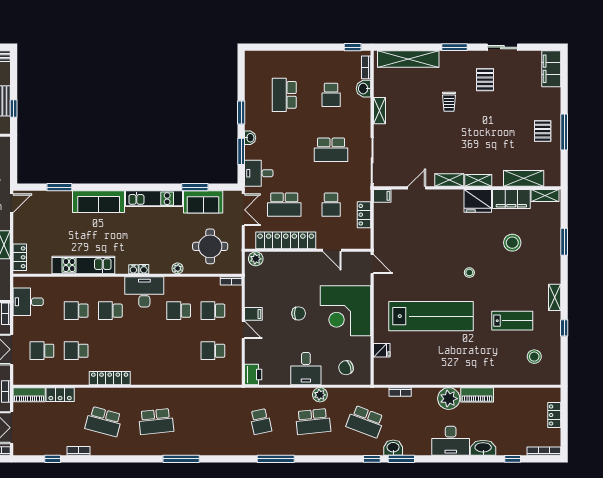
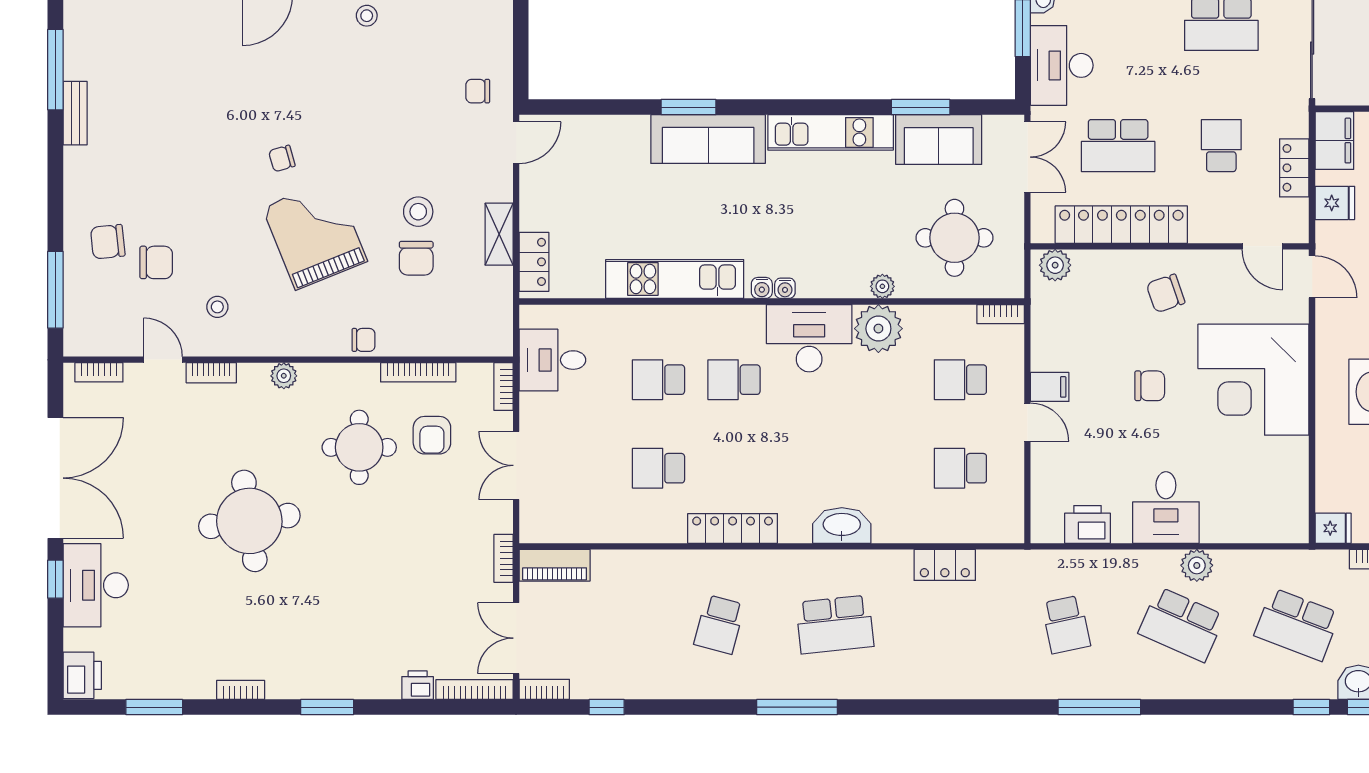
desk: (259, 173) -> (1062, 65), width x1.37
window: (59, 187) -> (688, 107), moved
filing cabinet: (382, 196) -> (1334, 141), width x2.00
school desk: (331, 205) -> (1221, 146), turned 180
fridge: (382, 231) -> (1335, 203), added
door: (332, 250) -> (1262, 246), moved
water cooler: (144, 269) -> (762, 288), moved
plant: (176, 287) -> (878, 329), added
school desk: (179, 311) -> (885, 380), removed
fridge: (382, 350) -> (1333, 528), moved
school desk: (42, 351) -> (583, 468), removed
chair: (346, 368) -> (1166, 293), moved
printer: (253, 374) -> (1088, 524), moved, turned -90
washbasin: (159, 377) -> (842, 526), added
locker: (60, 395) -> (945, 565), moved
school desk: (104, 422) -> (719, 624), width x0.54
school desk: (313, 422) -> (1182, 624), turned 30
bookcase: (78, 451) -> (544, 689), moved
window: (181, 459) -> (797, 707), moved

